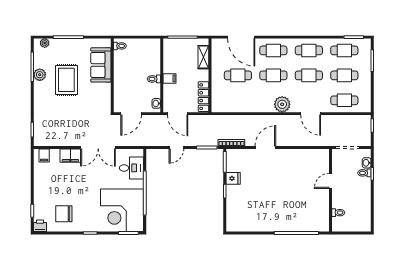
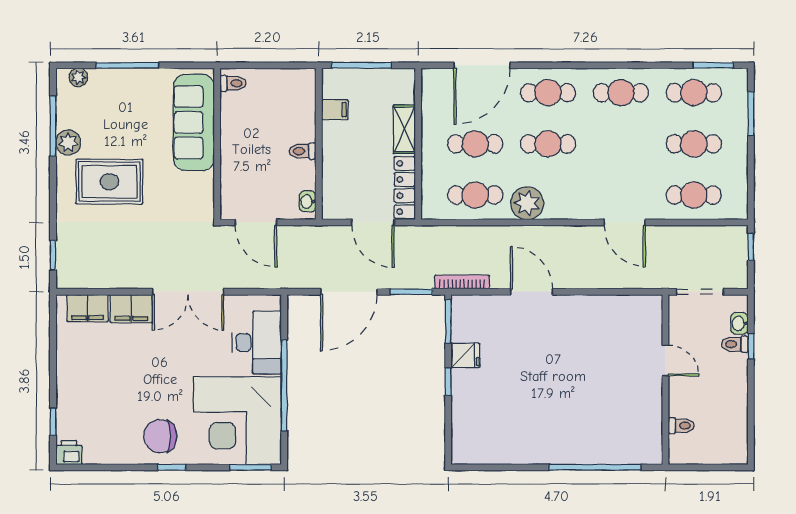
door: (241, 37) -> (482, 65), hinge flipped
shelving: (203, 57) -> (404, 129), moved
sofa: (101, 65) -> (194, 122), width x1.36
cafe table: (309, 75) -> (475, 195), moved
filing cabinet: (170, 78) -> (335, 110), moved
rug: (66, 80) -> (109, 182), moved, turned 90
plant: (282, 104) -> (527, 203), moved
door: (131, 114) -> (256, 222), hinge flipped
door: (178, 114) -> (373, 222), moved
door: (176, 147) -> (349, 292), width x1.87
door: (265, 147) -> (532, 292), hinge flipped
filing cabinet: (44, 155) -> (88, 308), width x2.00
desk: (131, 168) -> (257, 342), width x1.37
door: (331, 181) -> (665, 361), swing flipped
chair: (64, 214) -> (160, 436), moved

